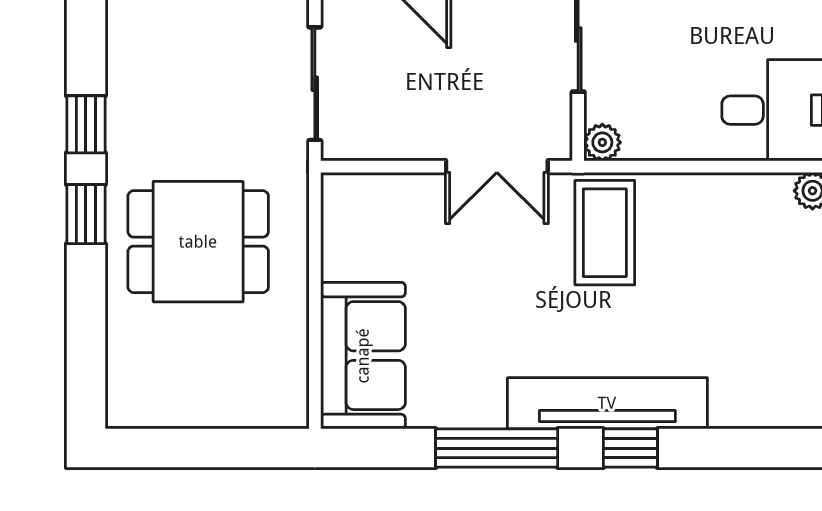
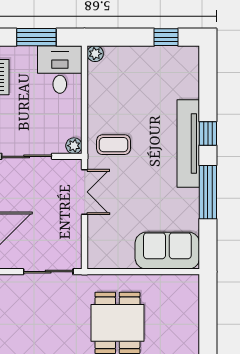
coffee table: (605, 233) -> (114, 145), width x0.73, depth x0.77

